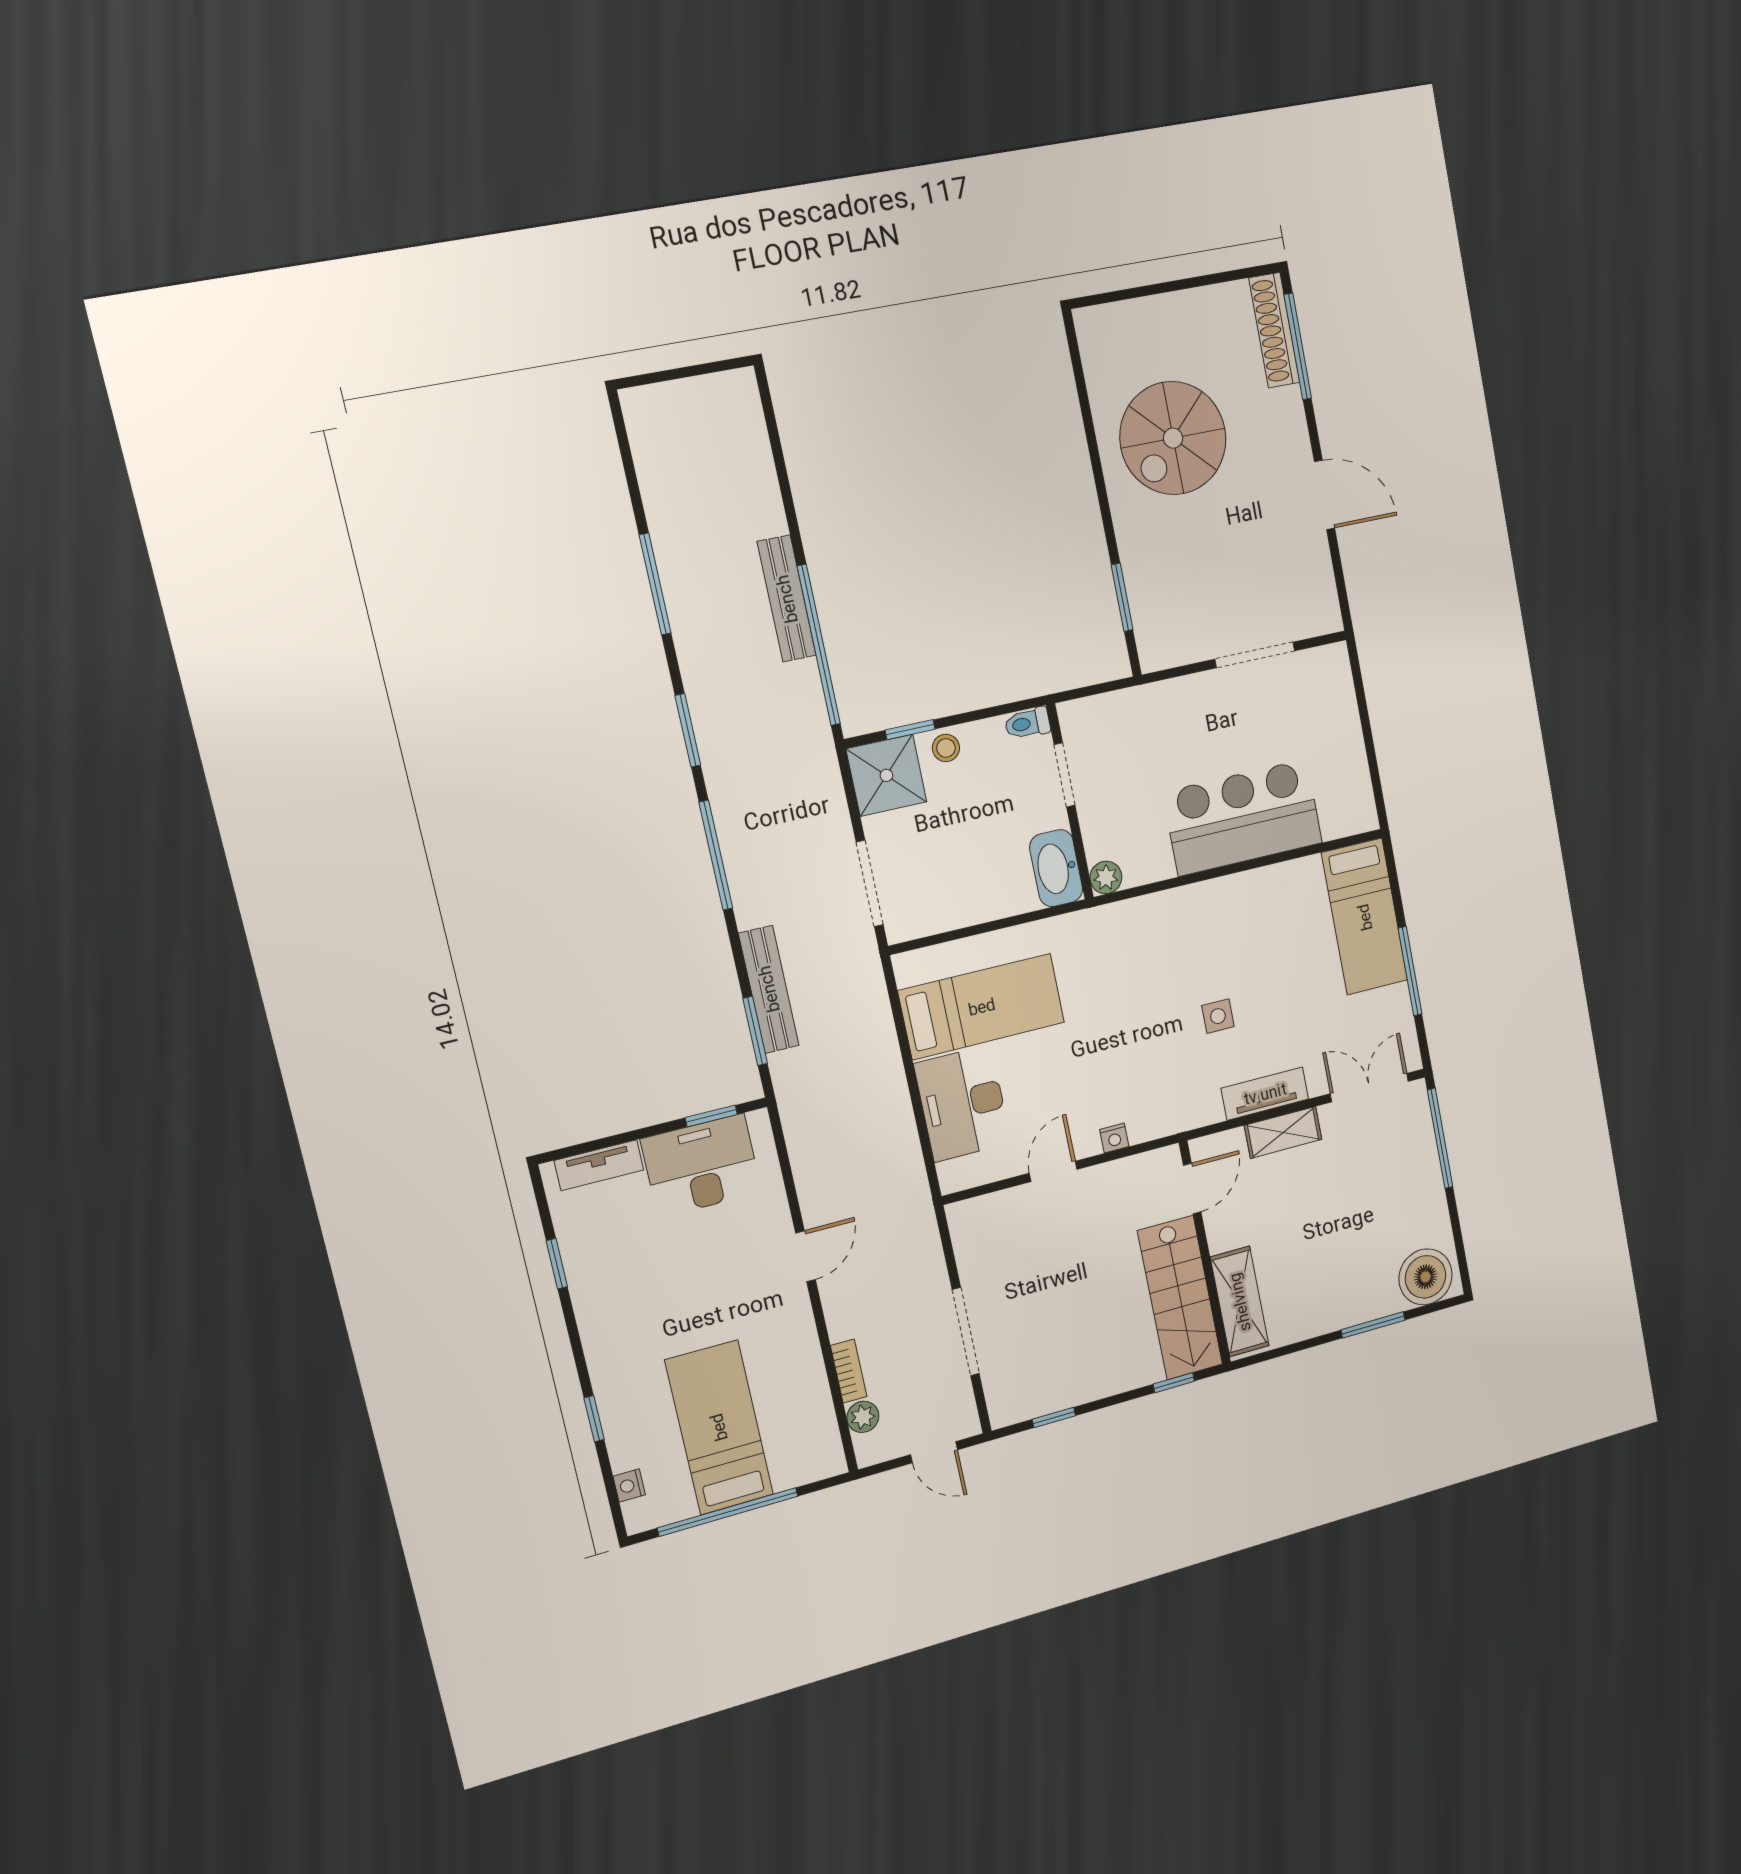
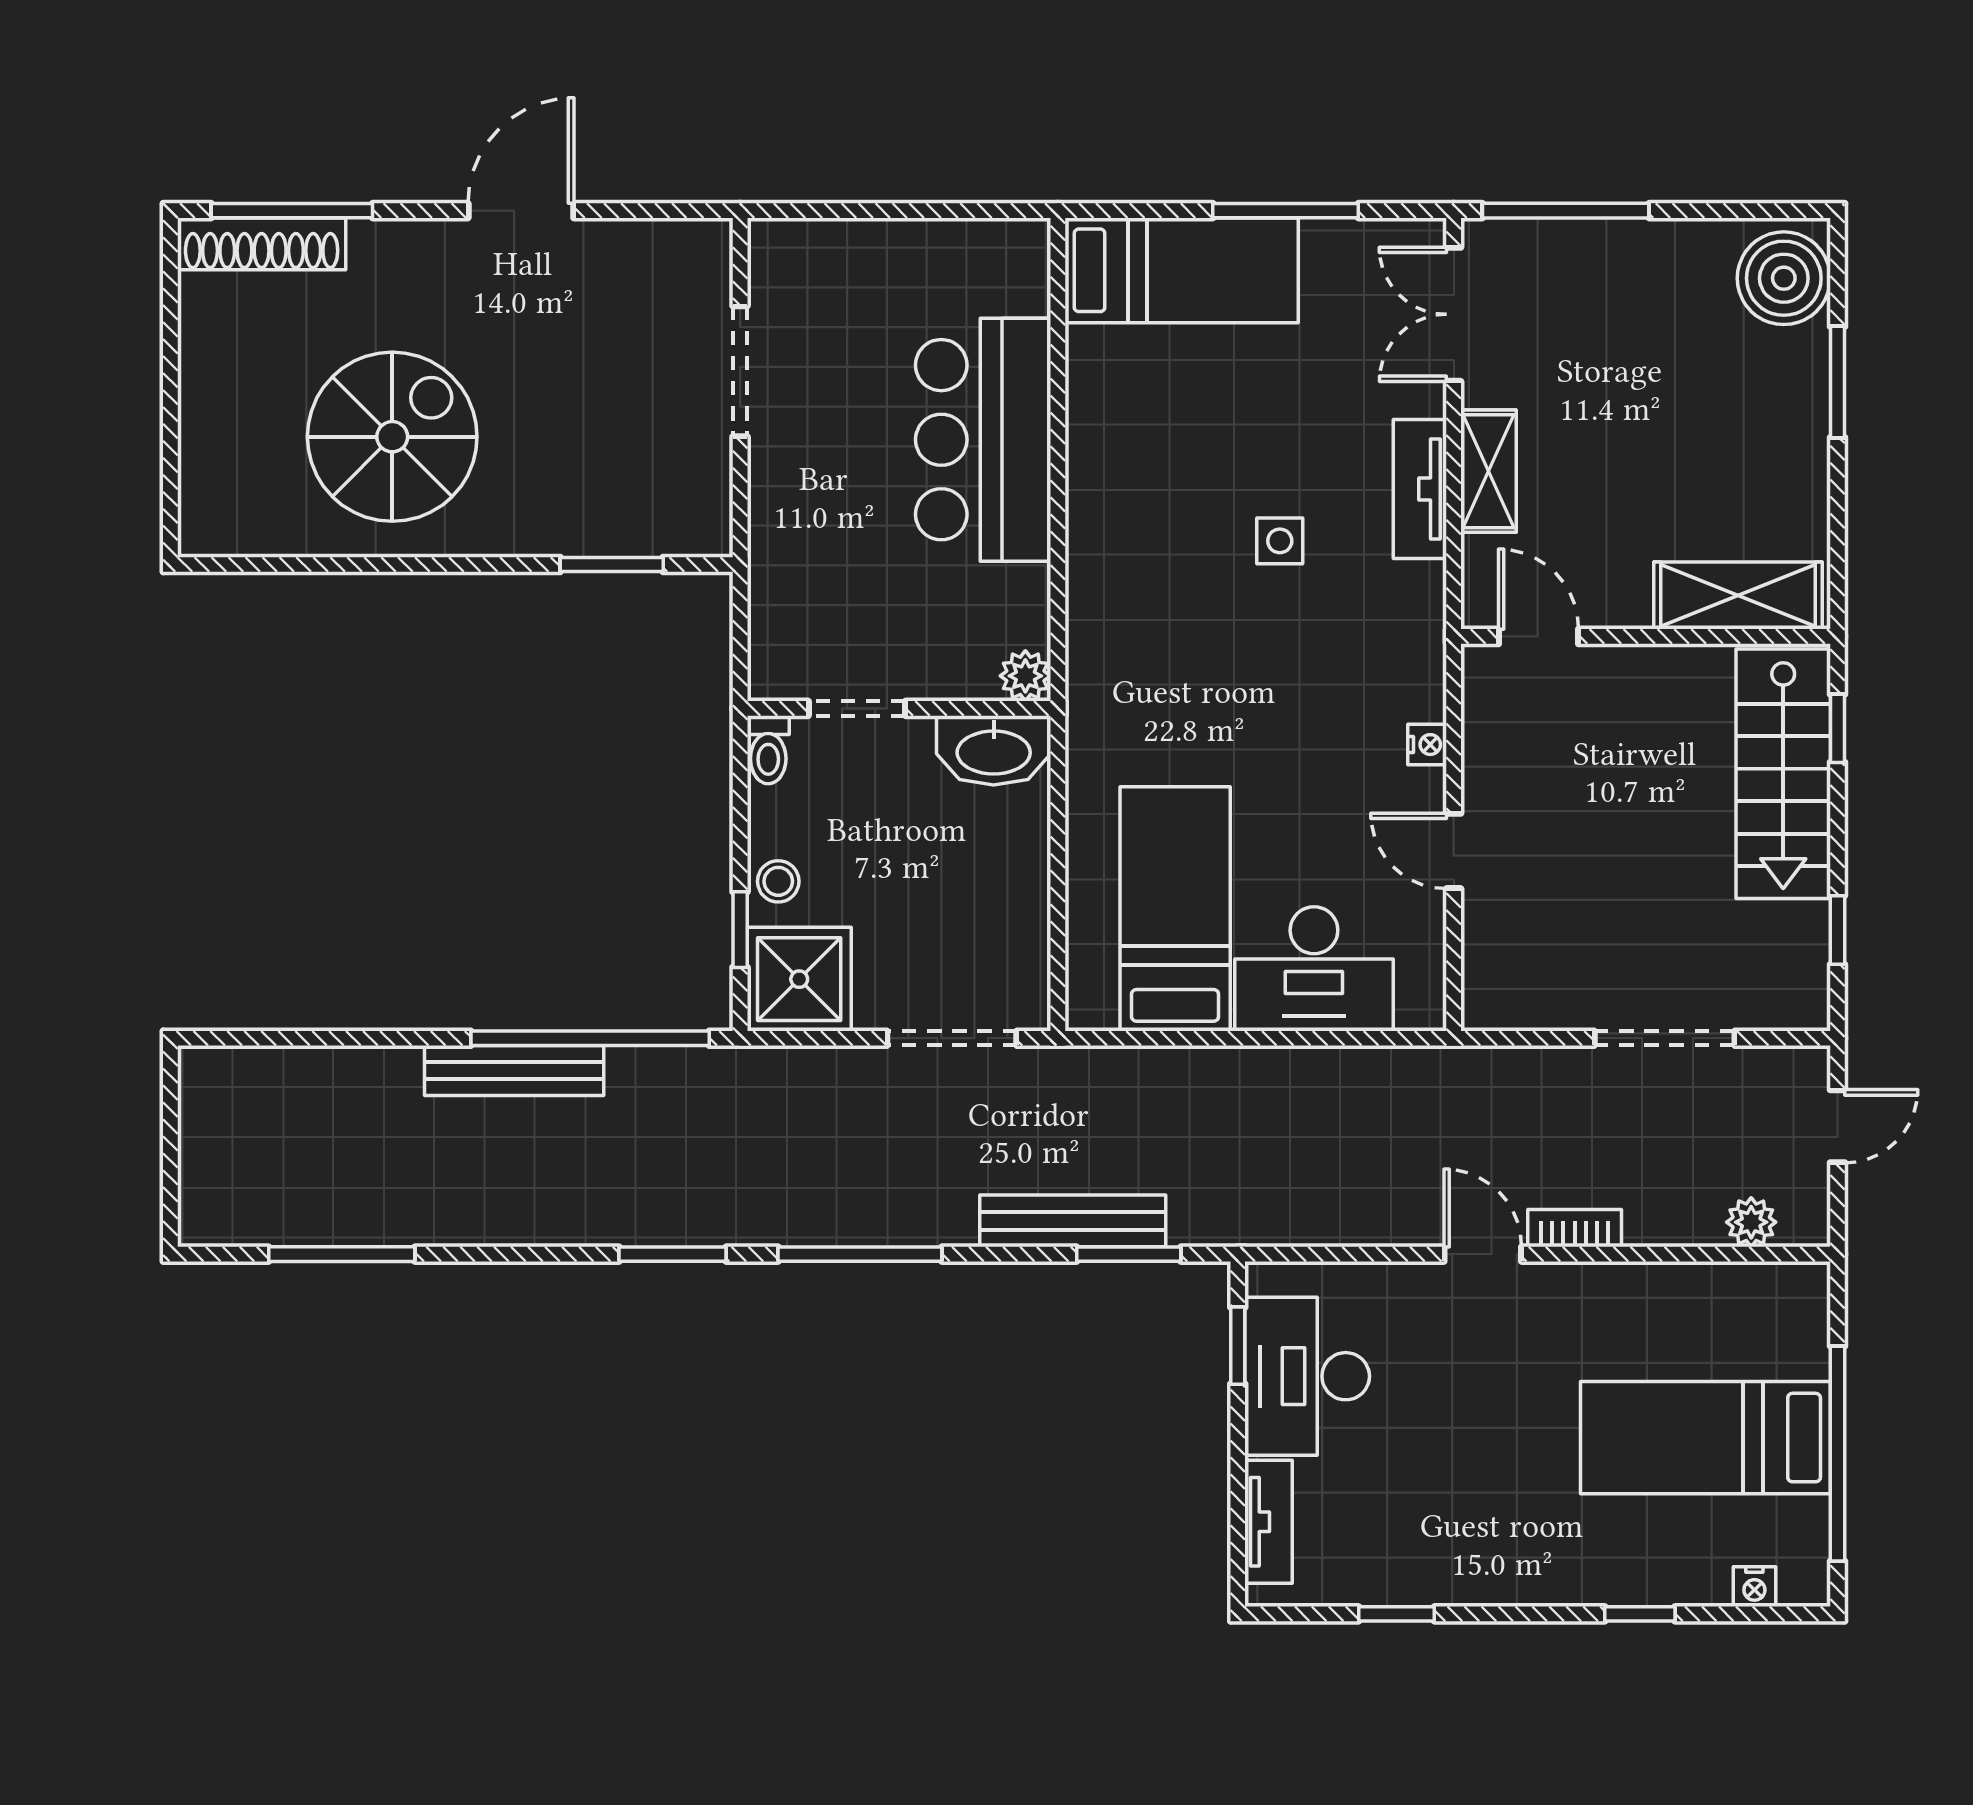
spiral stairs: (1173, 438) -> (392, 437), turned -90
window: (655, 584) -> (342, 1254), moved
stairs: (1180, 1298) -> (1783, 774), moved, turned 90
bookcase: (849, 1371) -> (1575, 1228), moved

